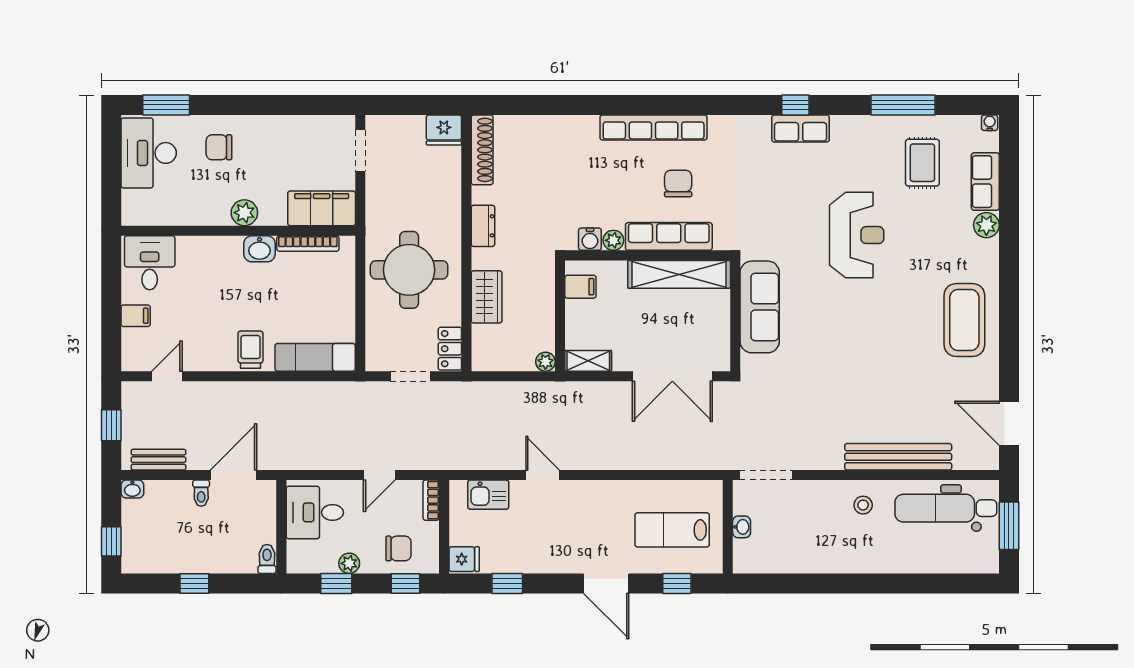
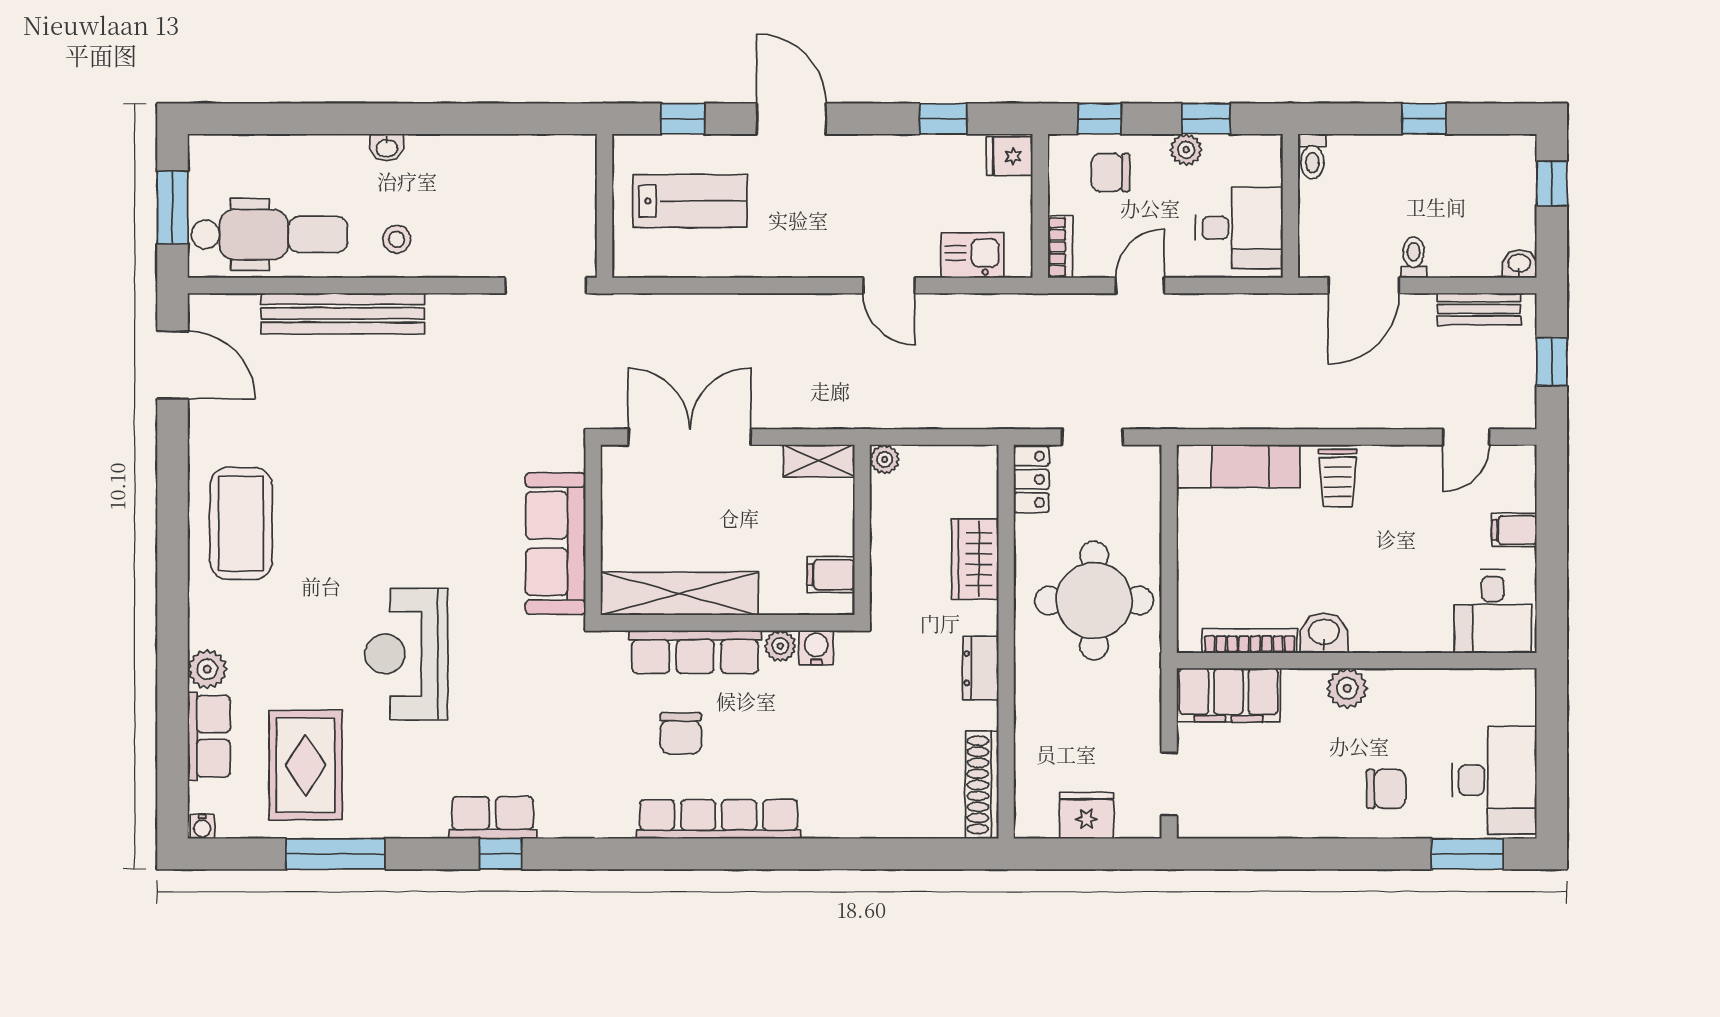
fridge: (444, 130) -> (1087, 816), moved
rug: (922, 163) -> (306, 765), width x1.36, depth x1.43
washbasin: (742, 527) -> (387, 147), moved, turned -90

